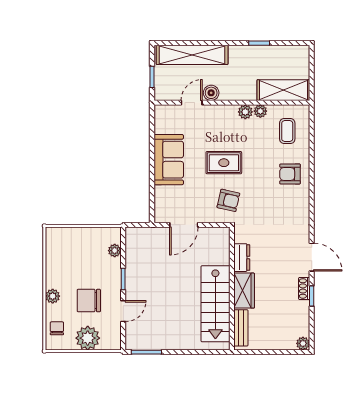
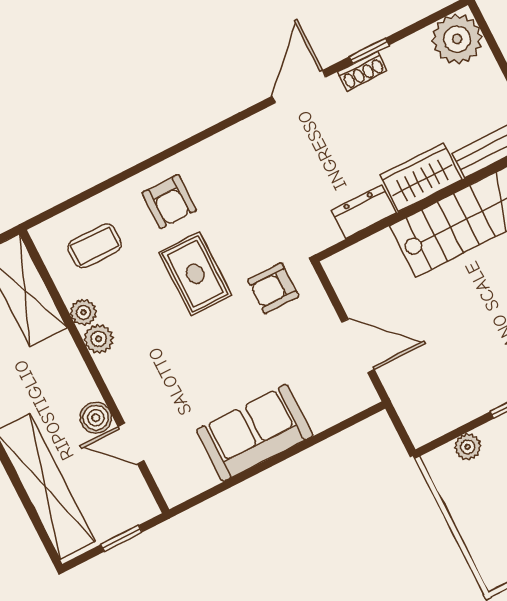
rug: (224, 163) -> (195, 274), moved
armchair: (228, 200) -> (273, 288), turned -103
plant: (303, 343) -> (457, 39), width x1.87, depth x1.87

